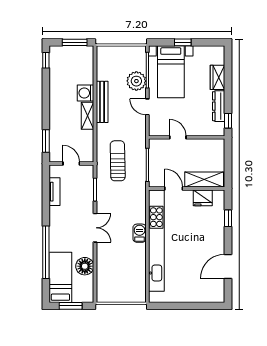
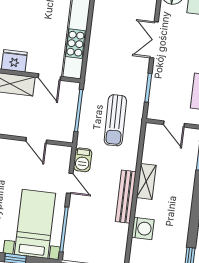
plant: (136, 81) -> (79, 217), removed
washing machine: (86, 93) -> (143, 228), moved
barbecue: (140, 233) -> (83, 160), moved

